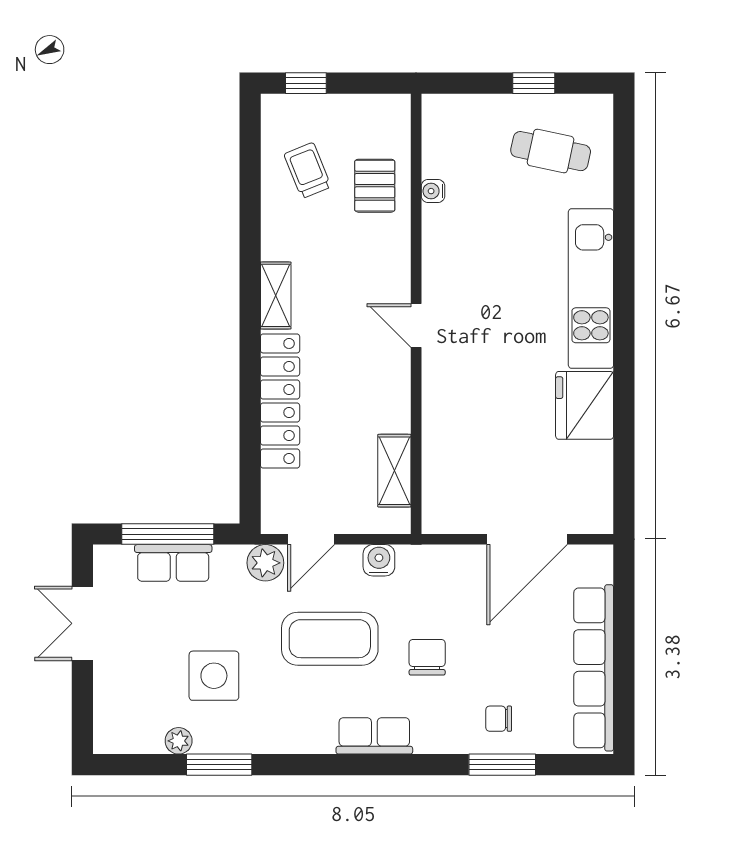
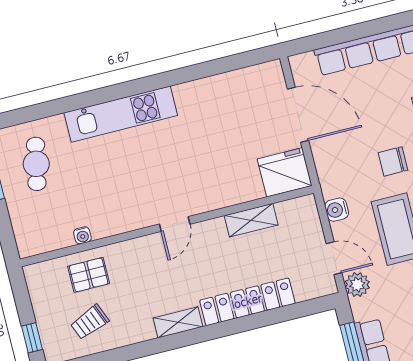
fridge: (585, 405) -> (285, 172), moved, turned 180
shelving: (394, 471) -> (251, 220), moved

